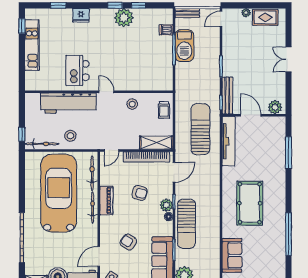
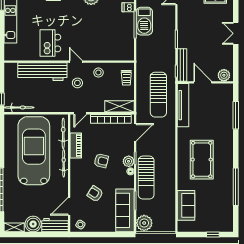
sun lounger: (200, 129) -> (158, 95), turned 180
stool: (70, 136) -> (77, 83), moved
armchair: (140, 193) -> (101, 161), moved
piano: (106, 200) -> (76, 146), moved

